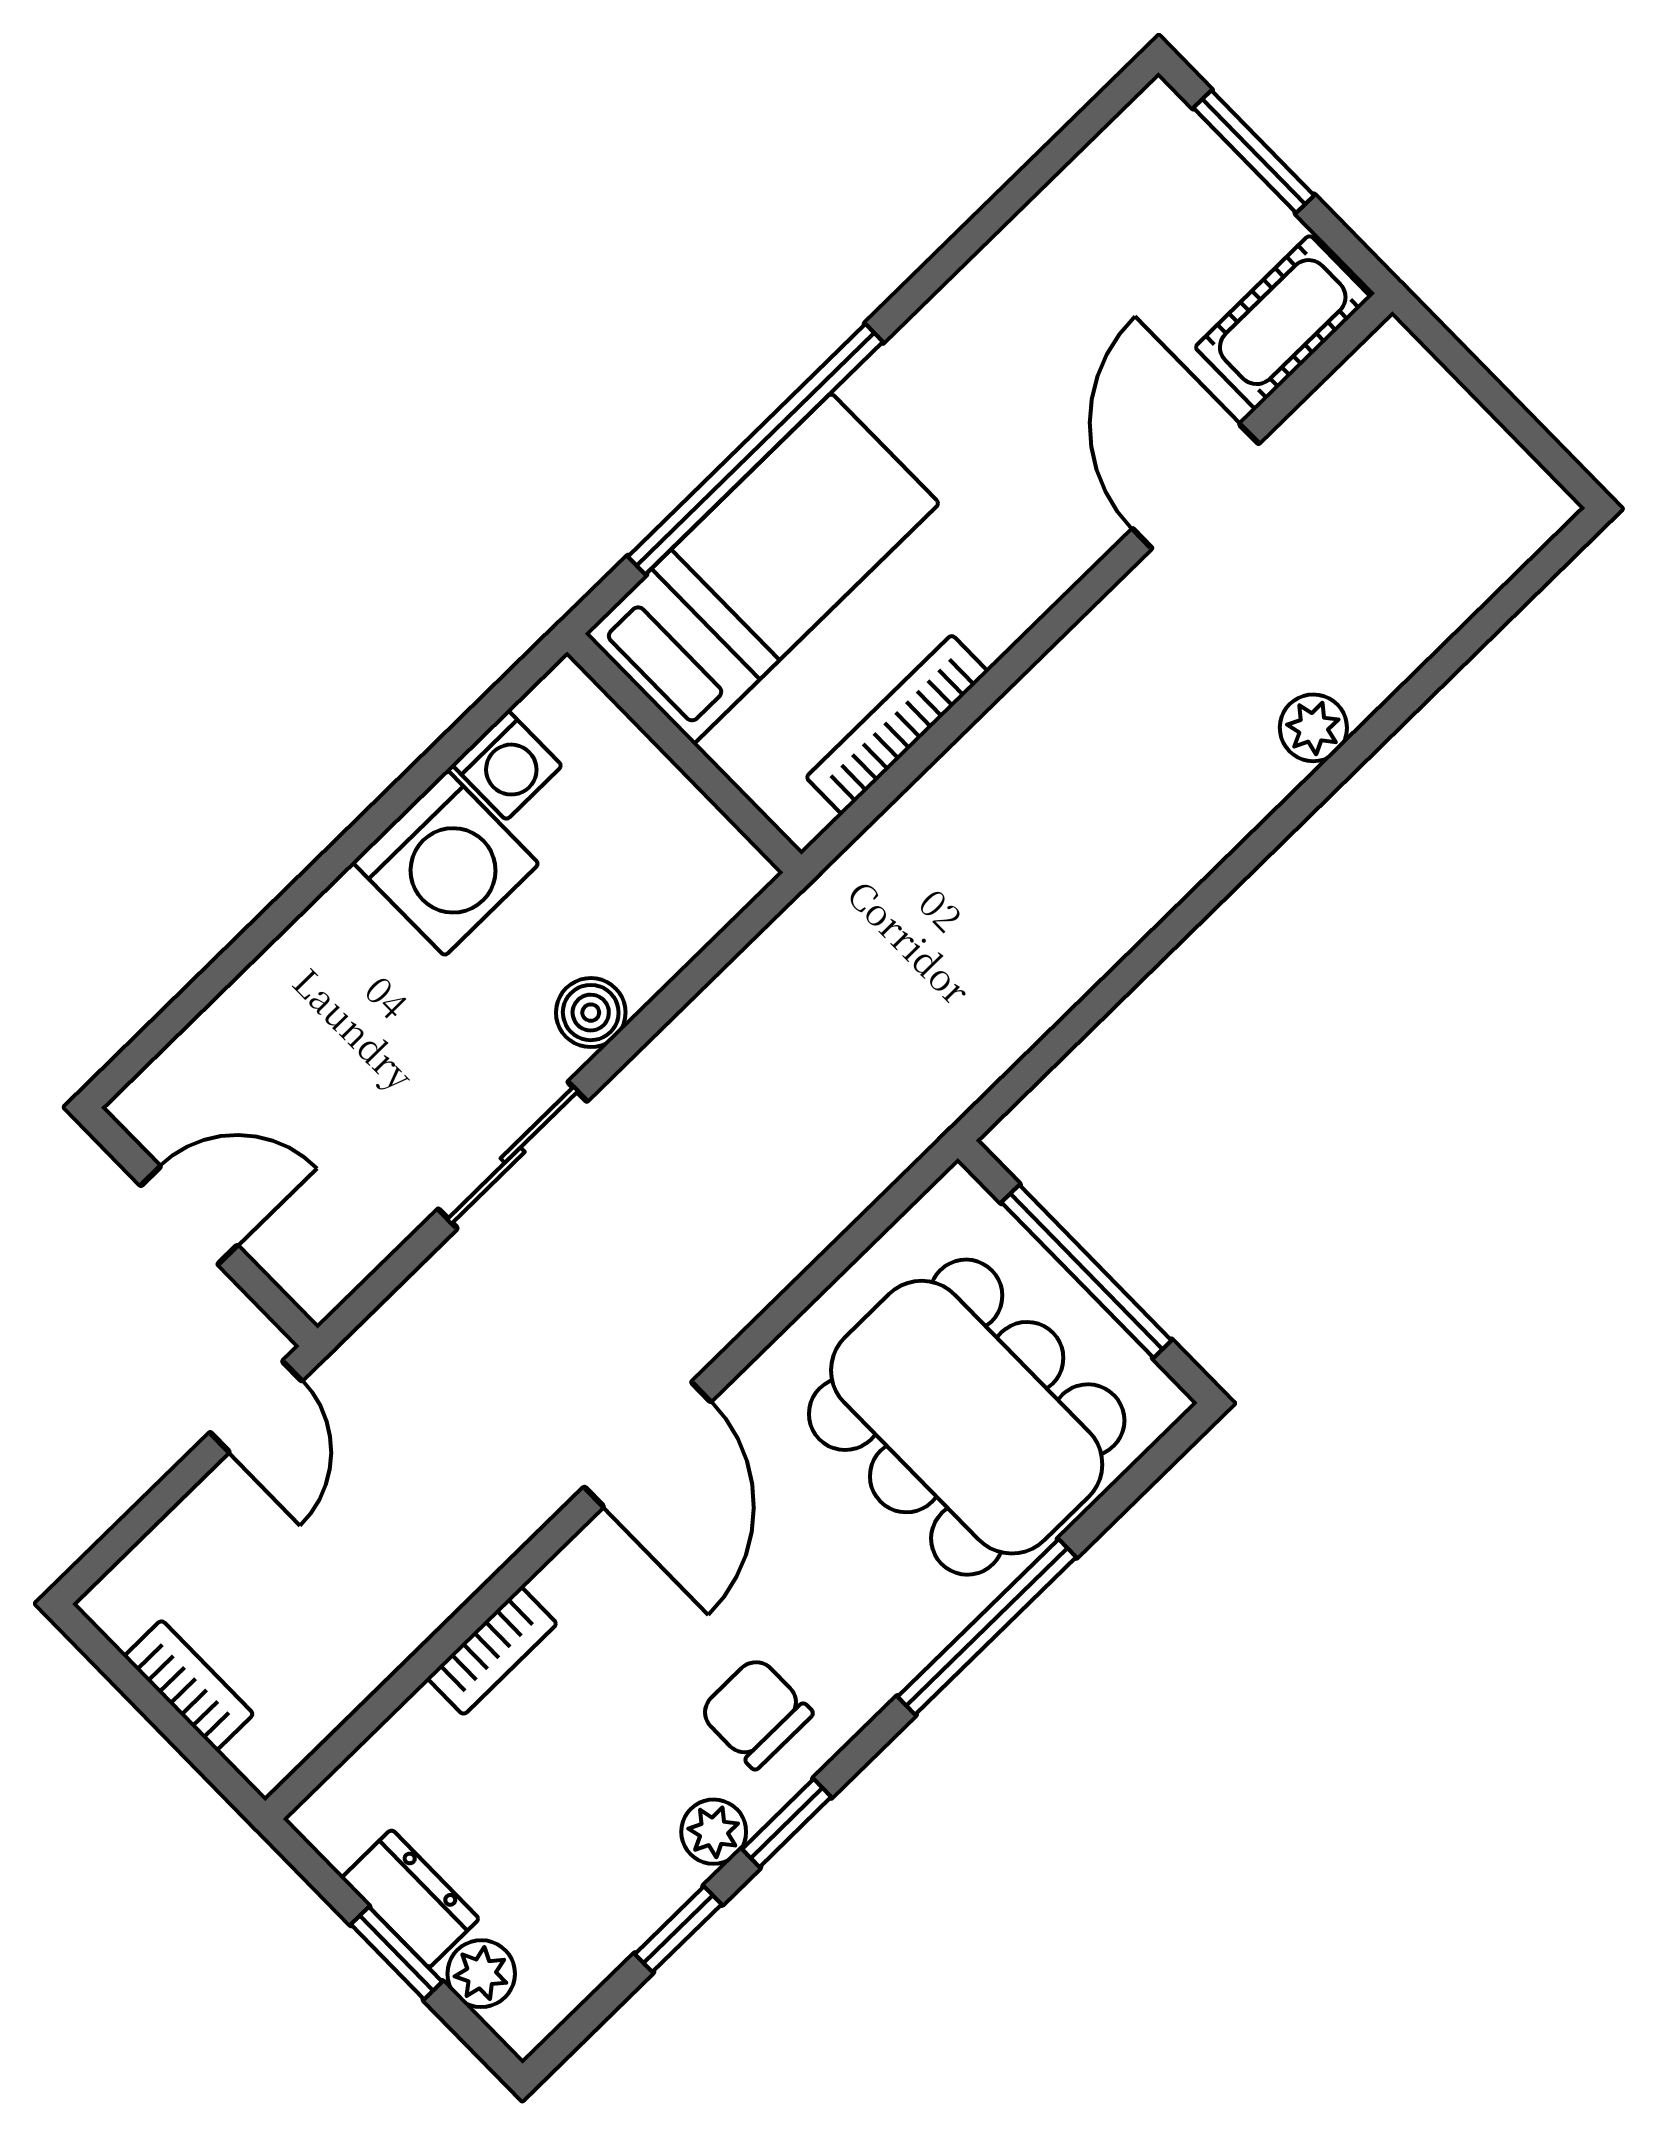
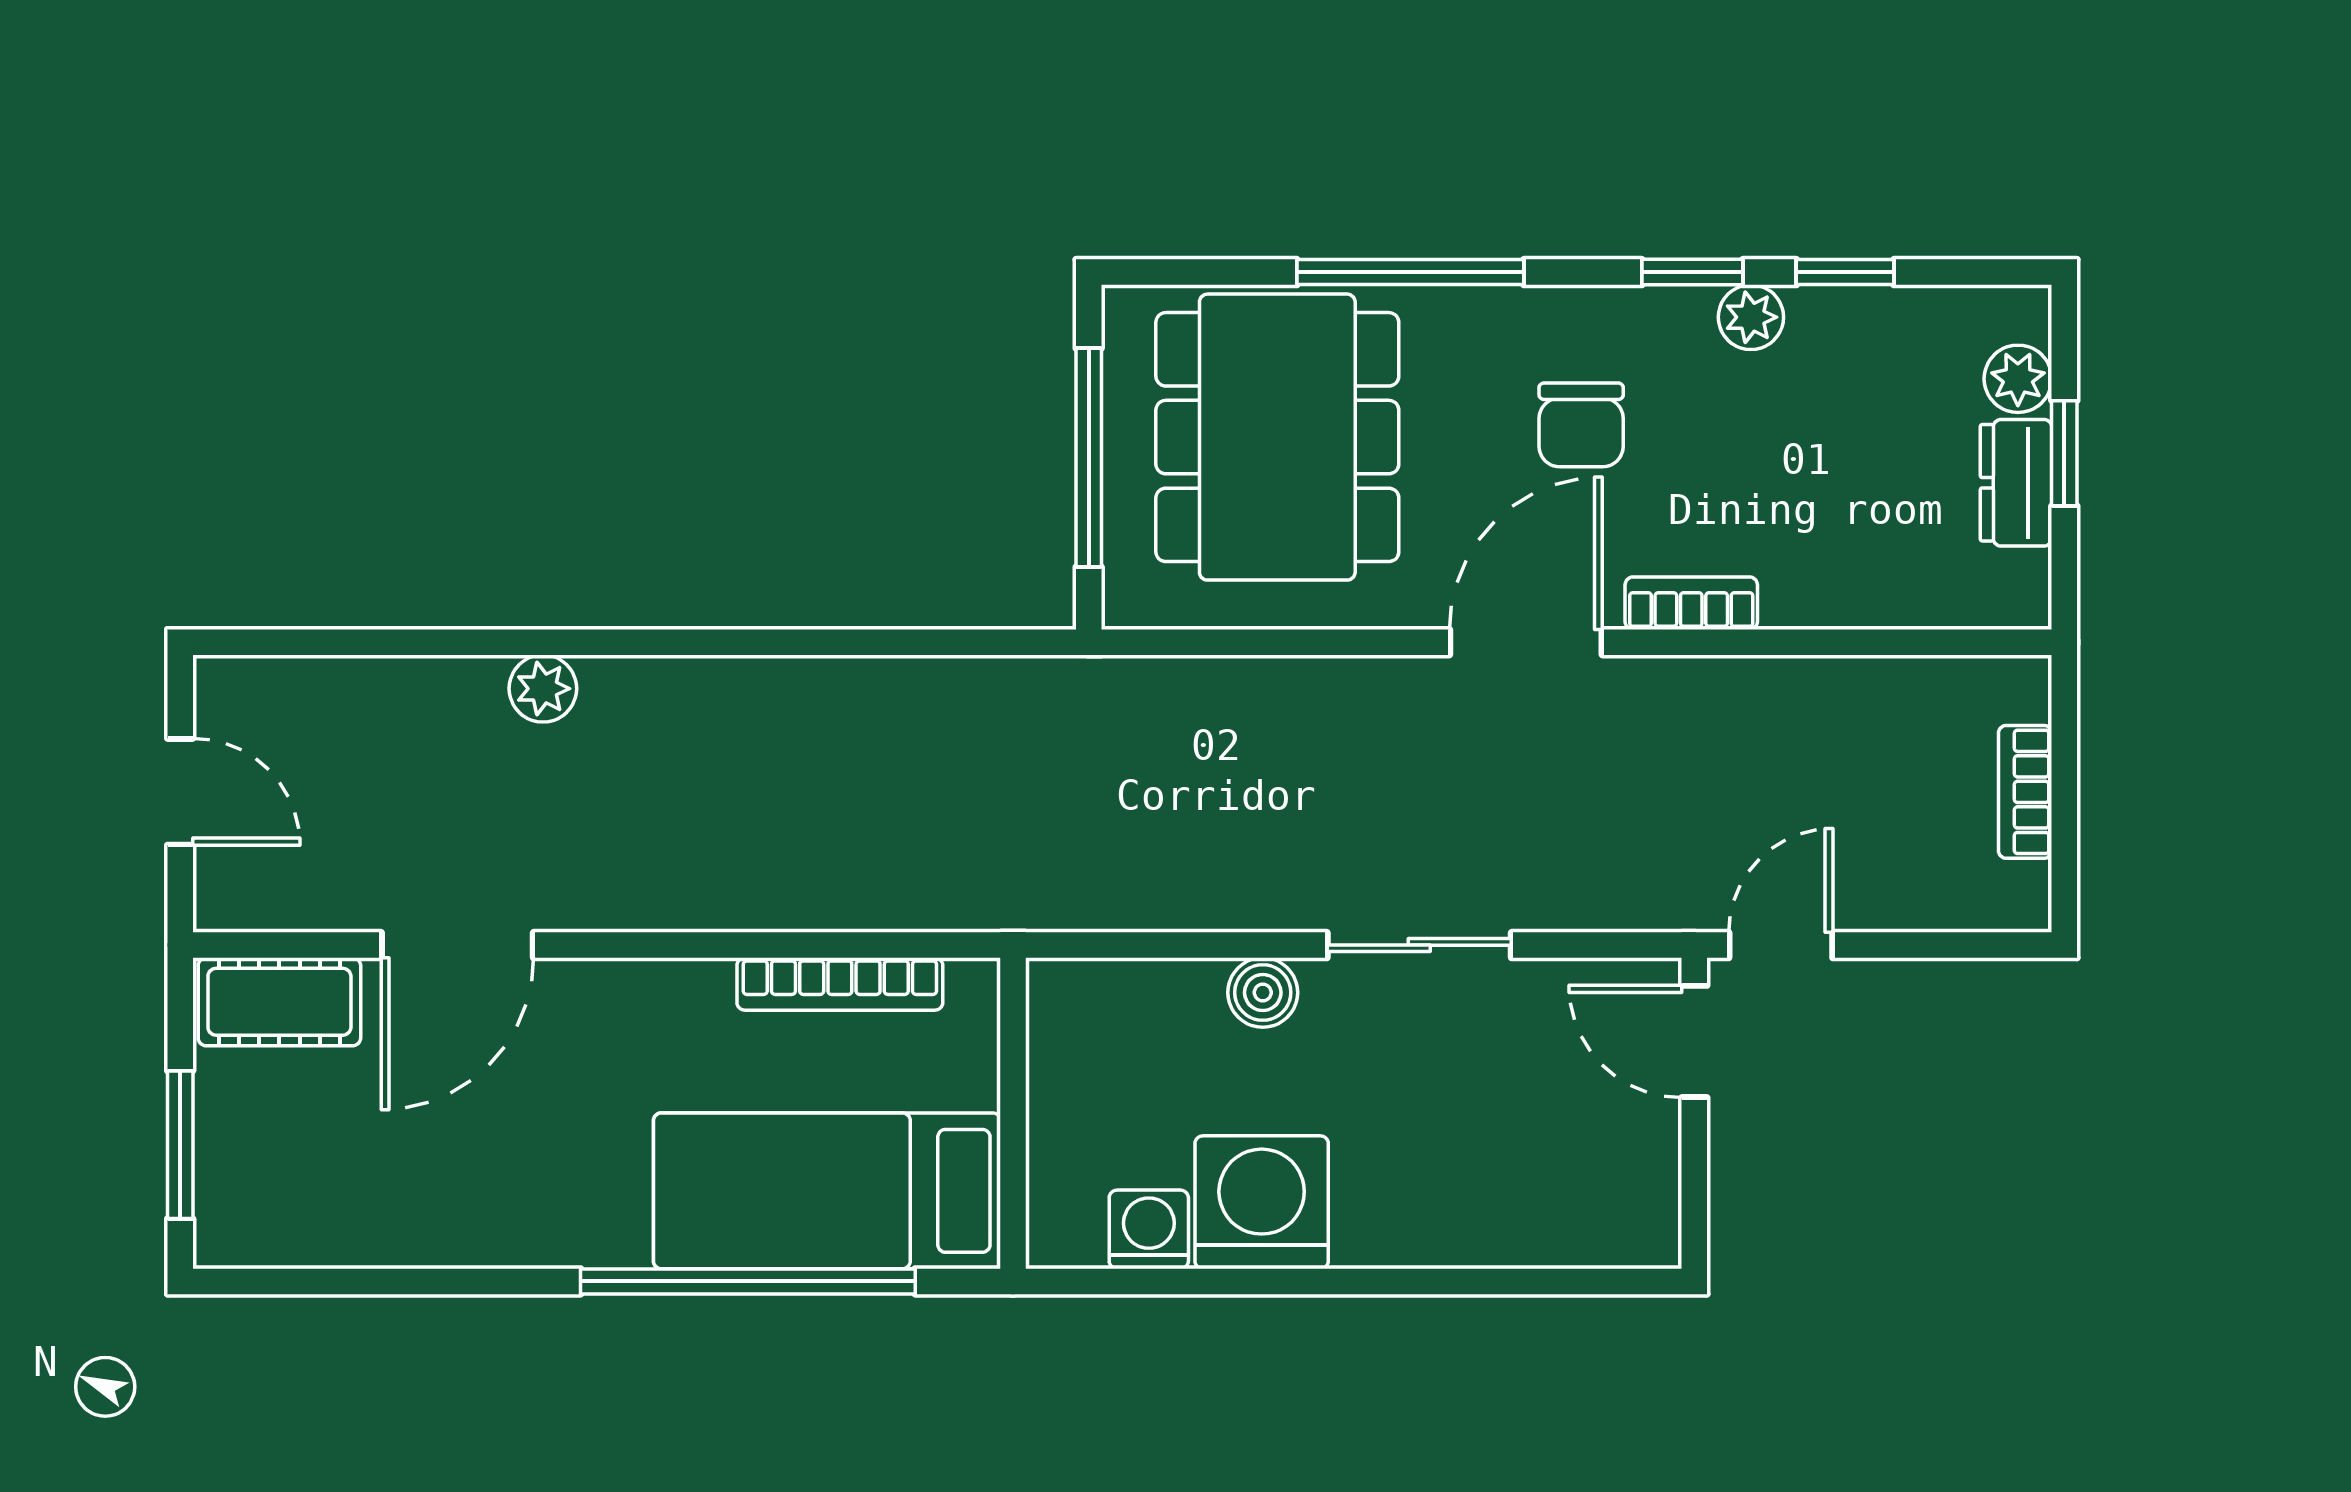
door: (1499, 402) -> (180, 792), added
door: (189, 1215) -> (1694, 1041), moved
bookcase: (492, 1651) -> (1691, 603), moved
chair: (756, 1713) -> (1581, 425), moved

